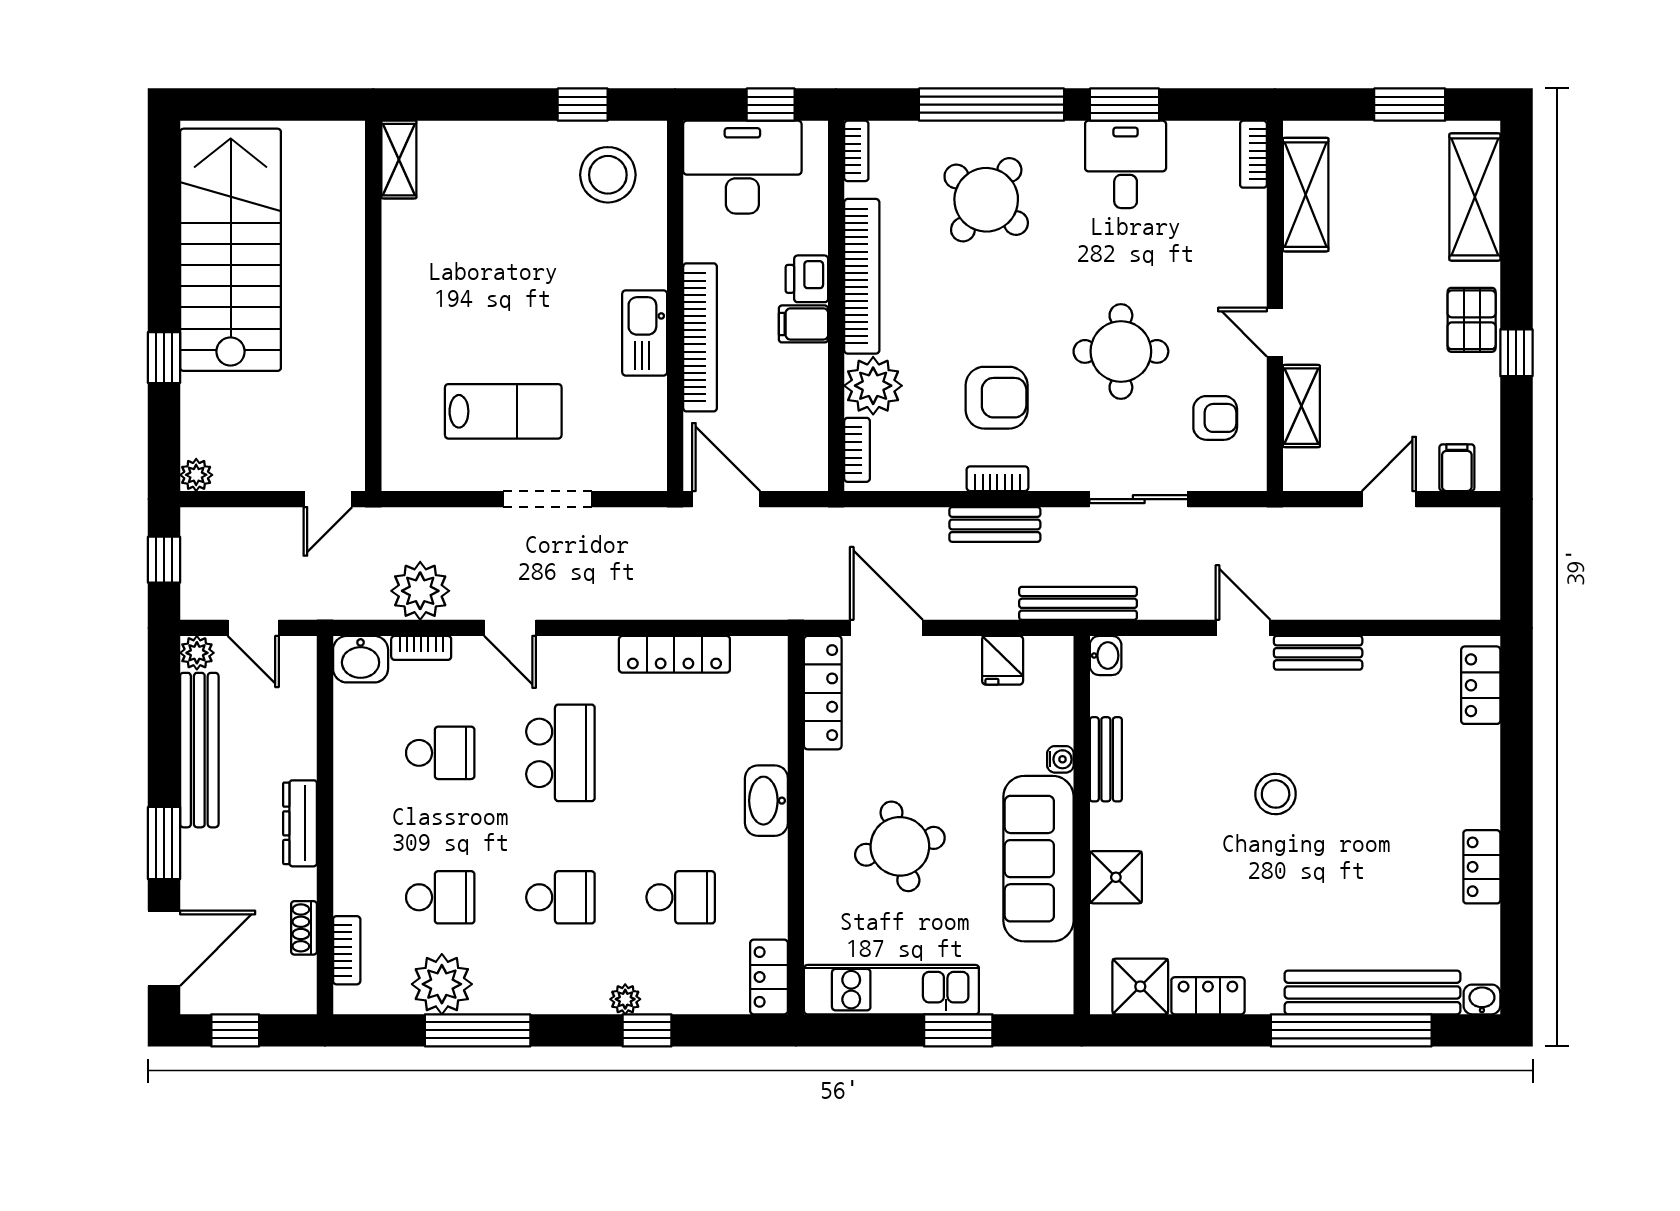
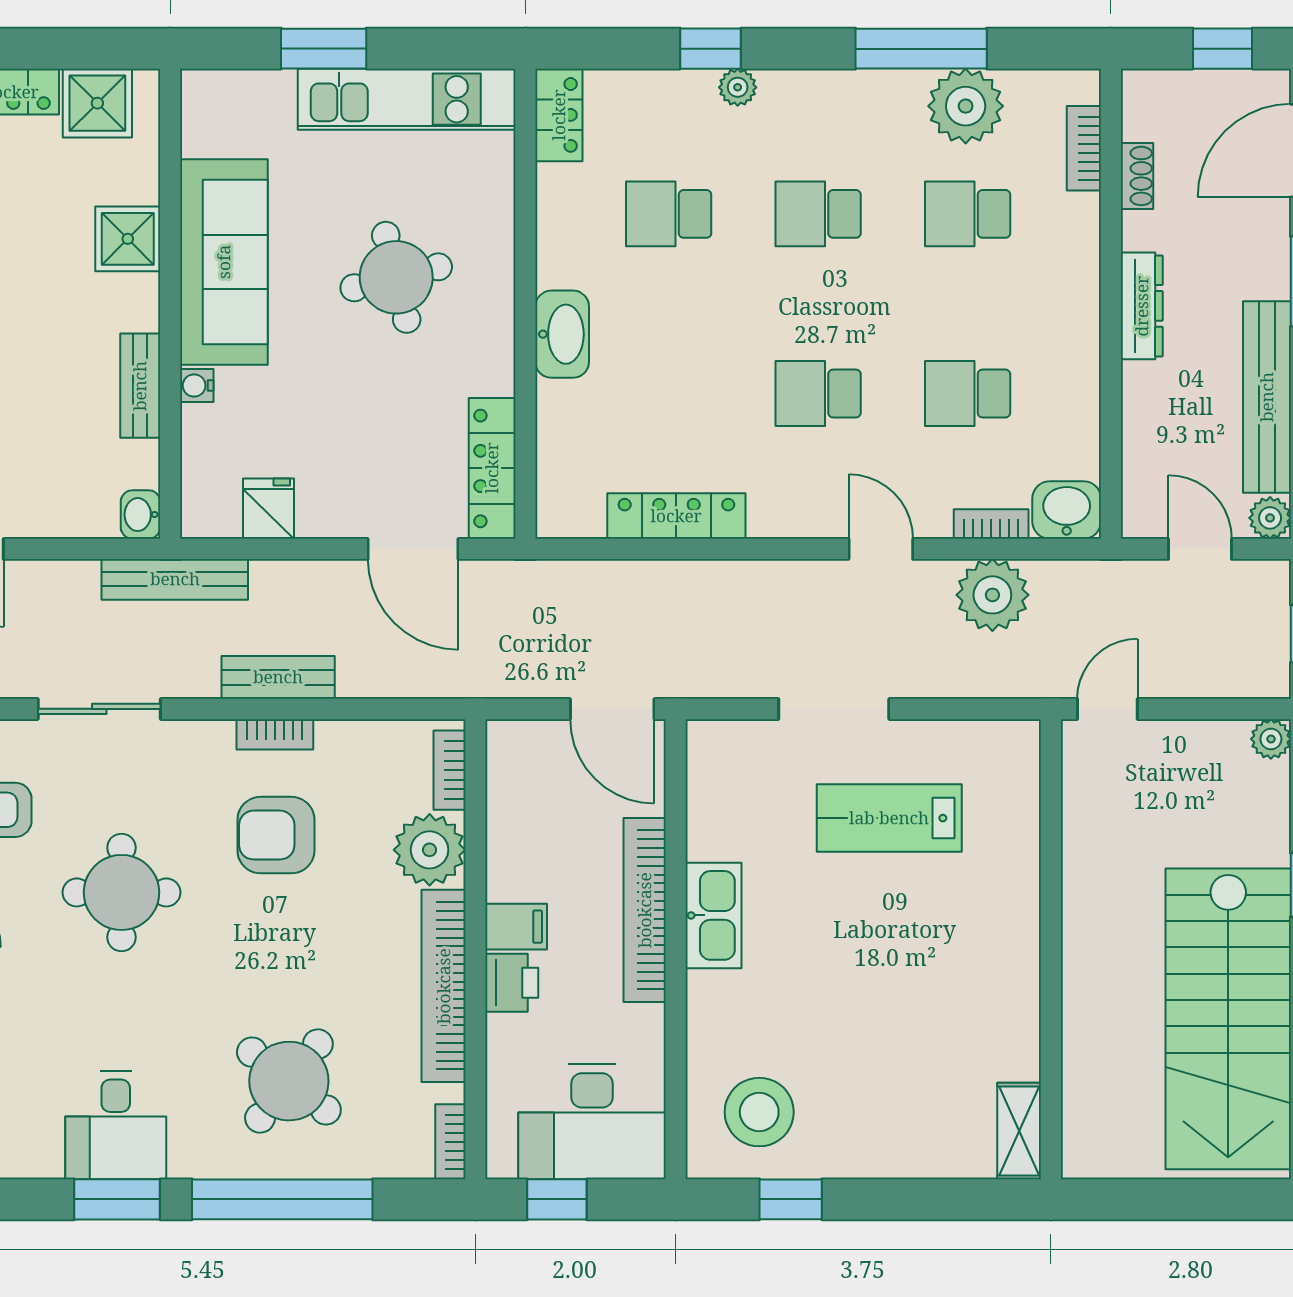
school desk: (560, 753) -> (818, 393), width x0.54

